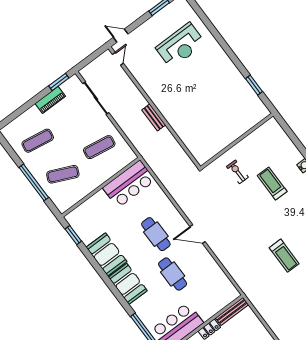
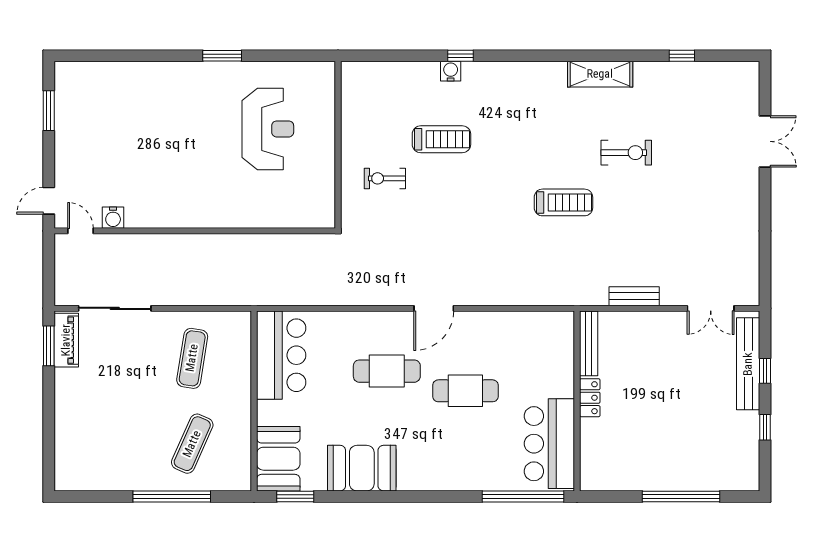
reception desk: (180, 45) -> (268, 129), moved
water cooler: (134, 68) -> (113, 218), added
window: (254, 85) -> (222, 56), moved
piano: (50, 100) -> (66, 340), moved
bench: (154, 117) -> (634, 296), moved
exercise mat: (38, 141) -> (113, 444), removed
treadmill: (272, 183) -> (441, 139), turned 180
booth: (128, 284) -> (278, 459), moved, turned 90

